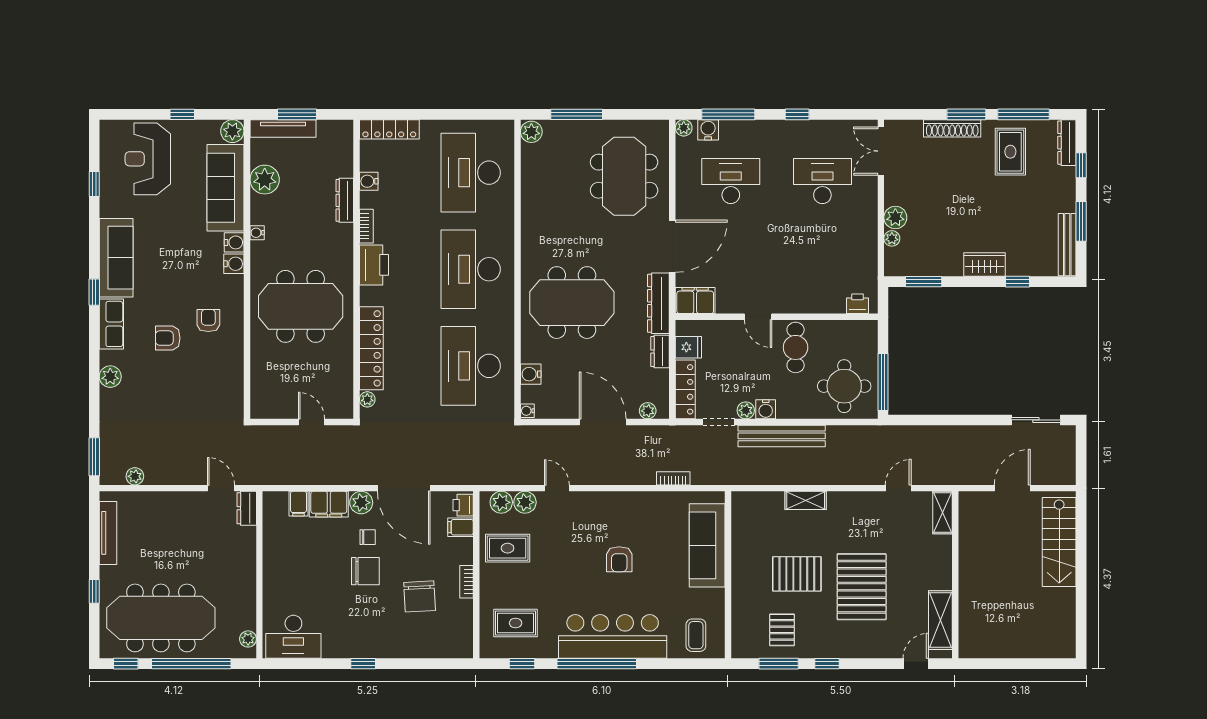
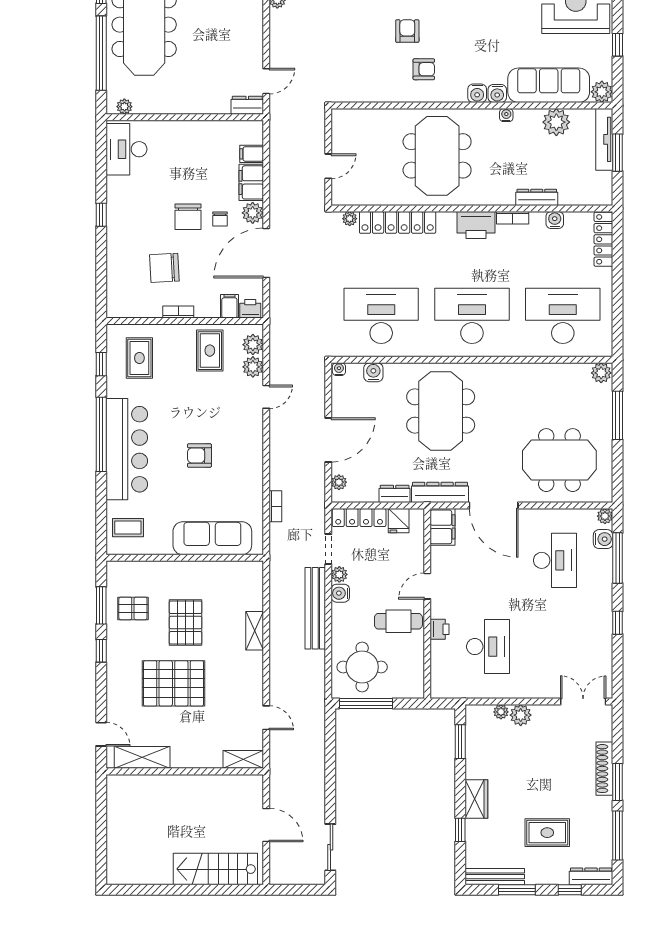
rug: (1010, 152) -> (547, 833), moved
desk: (822, 181) -> (488, 647), moved
printer: (858, 304) -> (440, 629), moved

